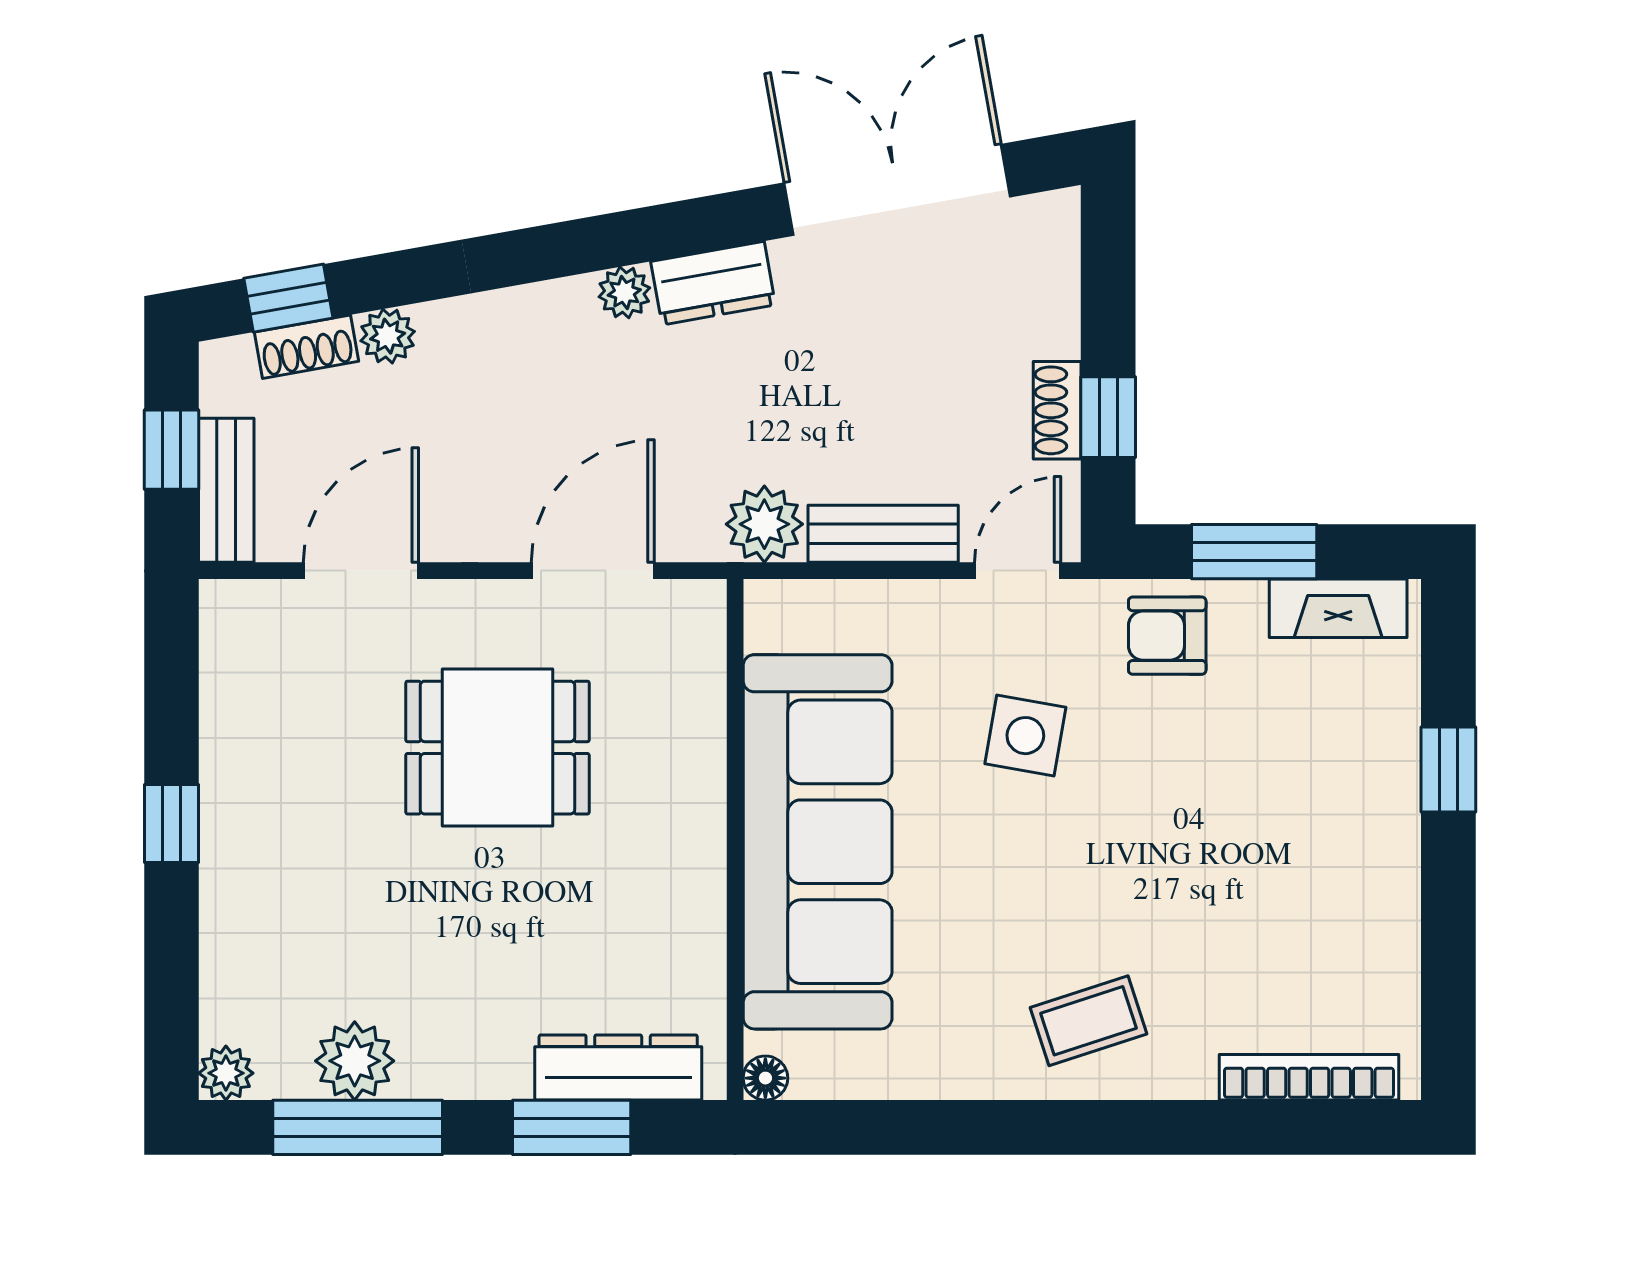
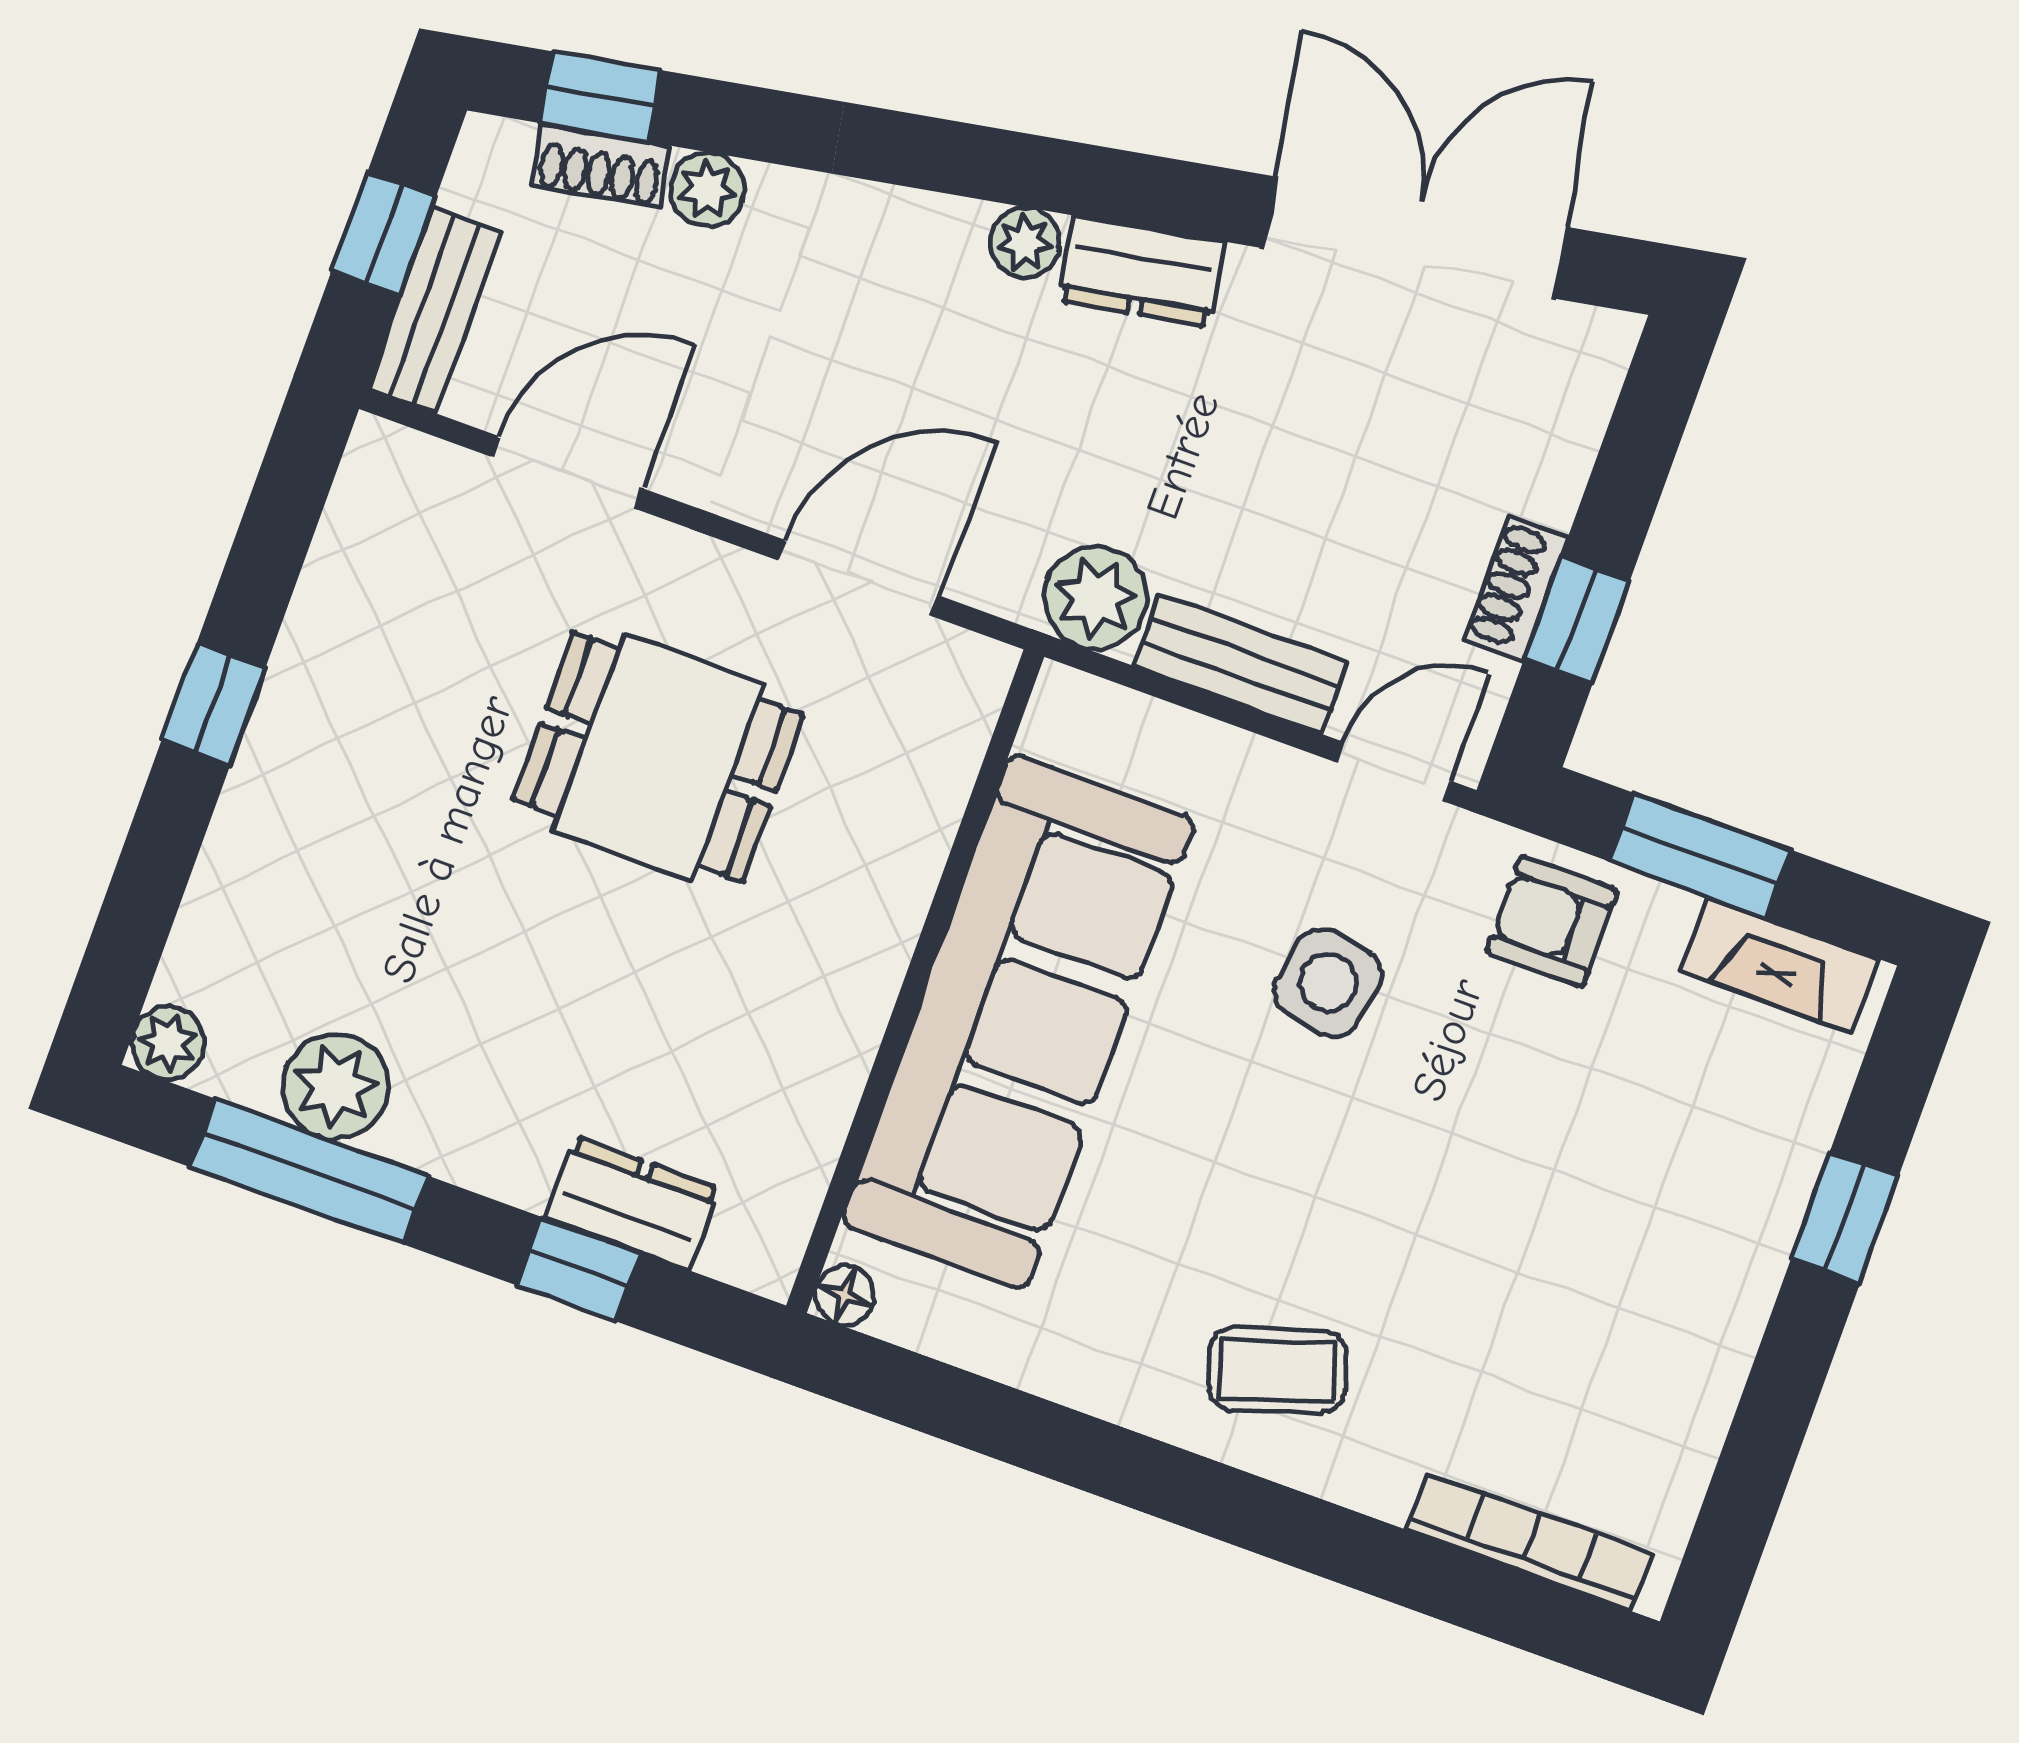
dresser: (618, 1068) -> (632, 1203), width x0.70
window: (572, 1127) -> (578, 1269), width x0.67

